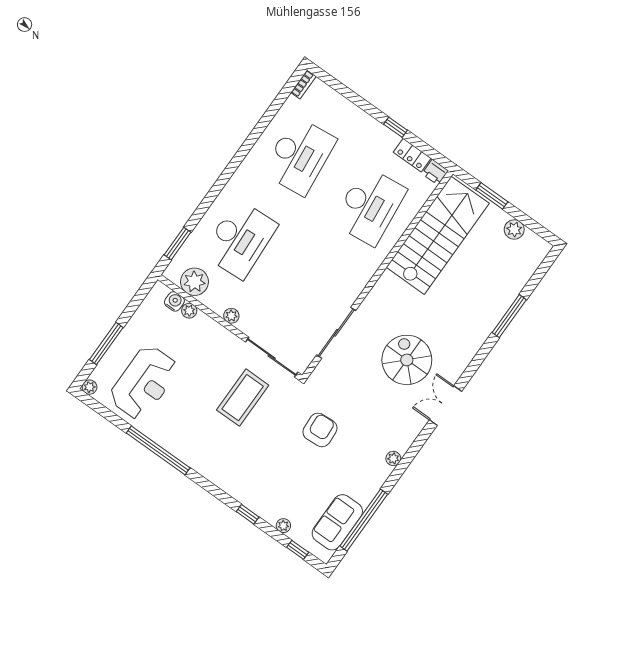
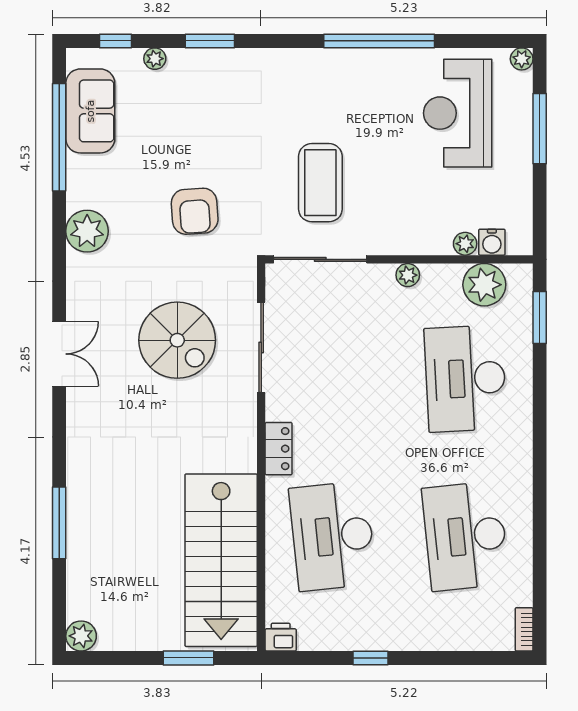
locker: (412, 155) -> (279, 449), moved, turned 90
plant: (514, 229) -> (81, 636), moved
spiral stairs: (407, 360) -> (177, 340), moved
plant: (393, 458) -> (87, 231), width x1.87, depth x1.87
window: (248, 514) -> (210, 41), width x1.50

